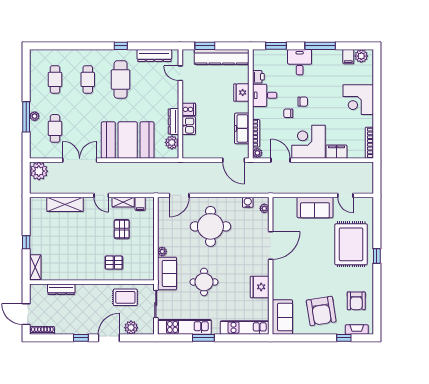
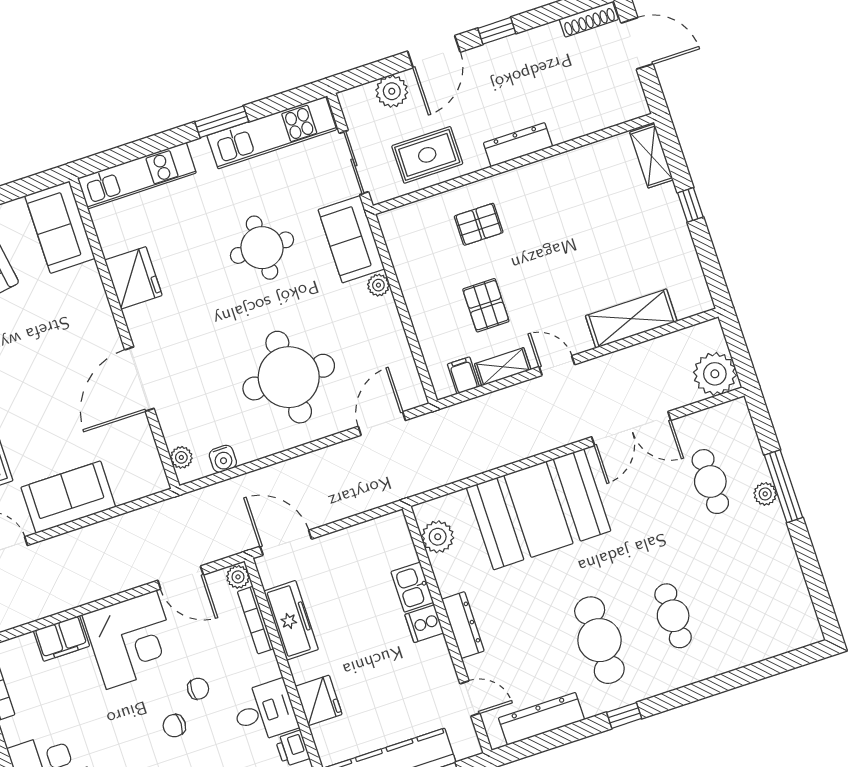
cafe table: (55, 79) -> (747, 591), removed
dresser: (173, 122) -> (463, 625), moved
dresser: (61, 289) -> (518, 145), moved

